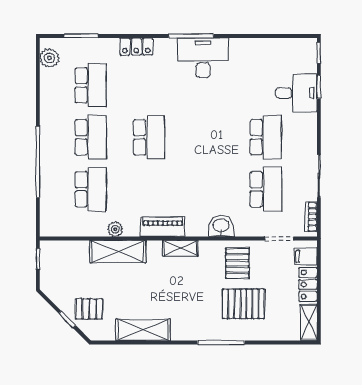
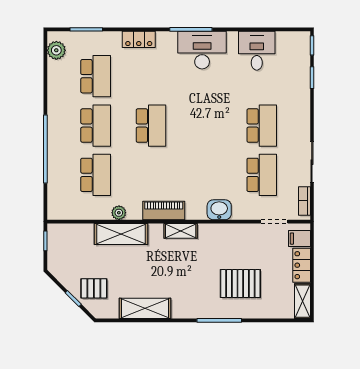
desk: (296, 93) -> (257, 51), moved, turned -90
pallet: (237, 263) -> (235, 245), removed

